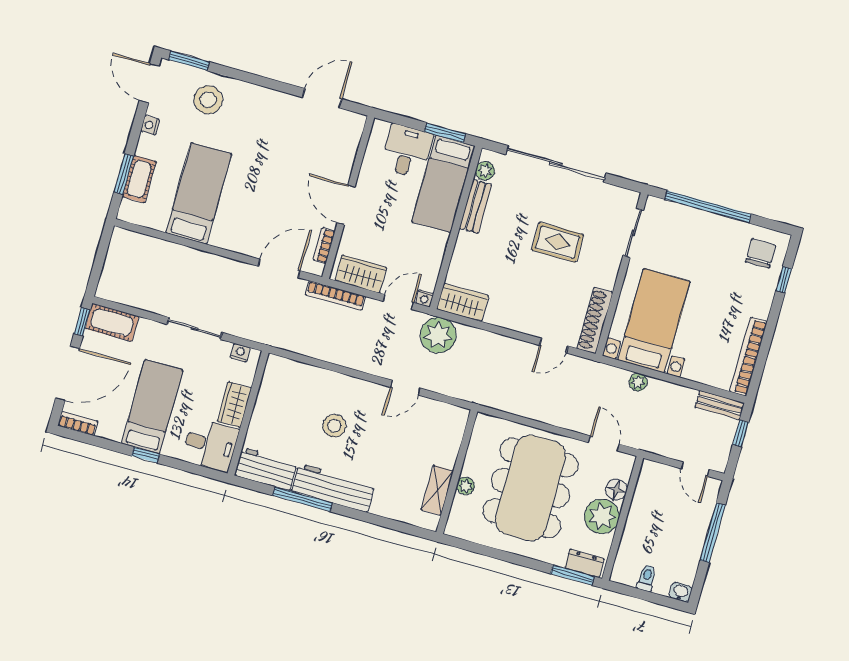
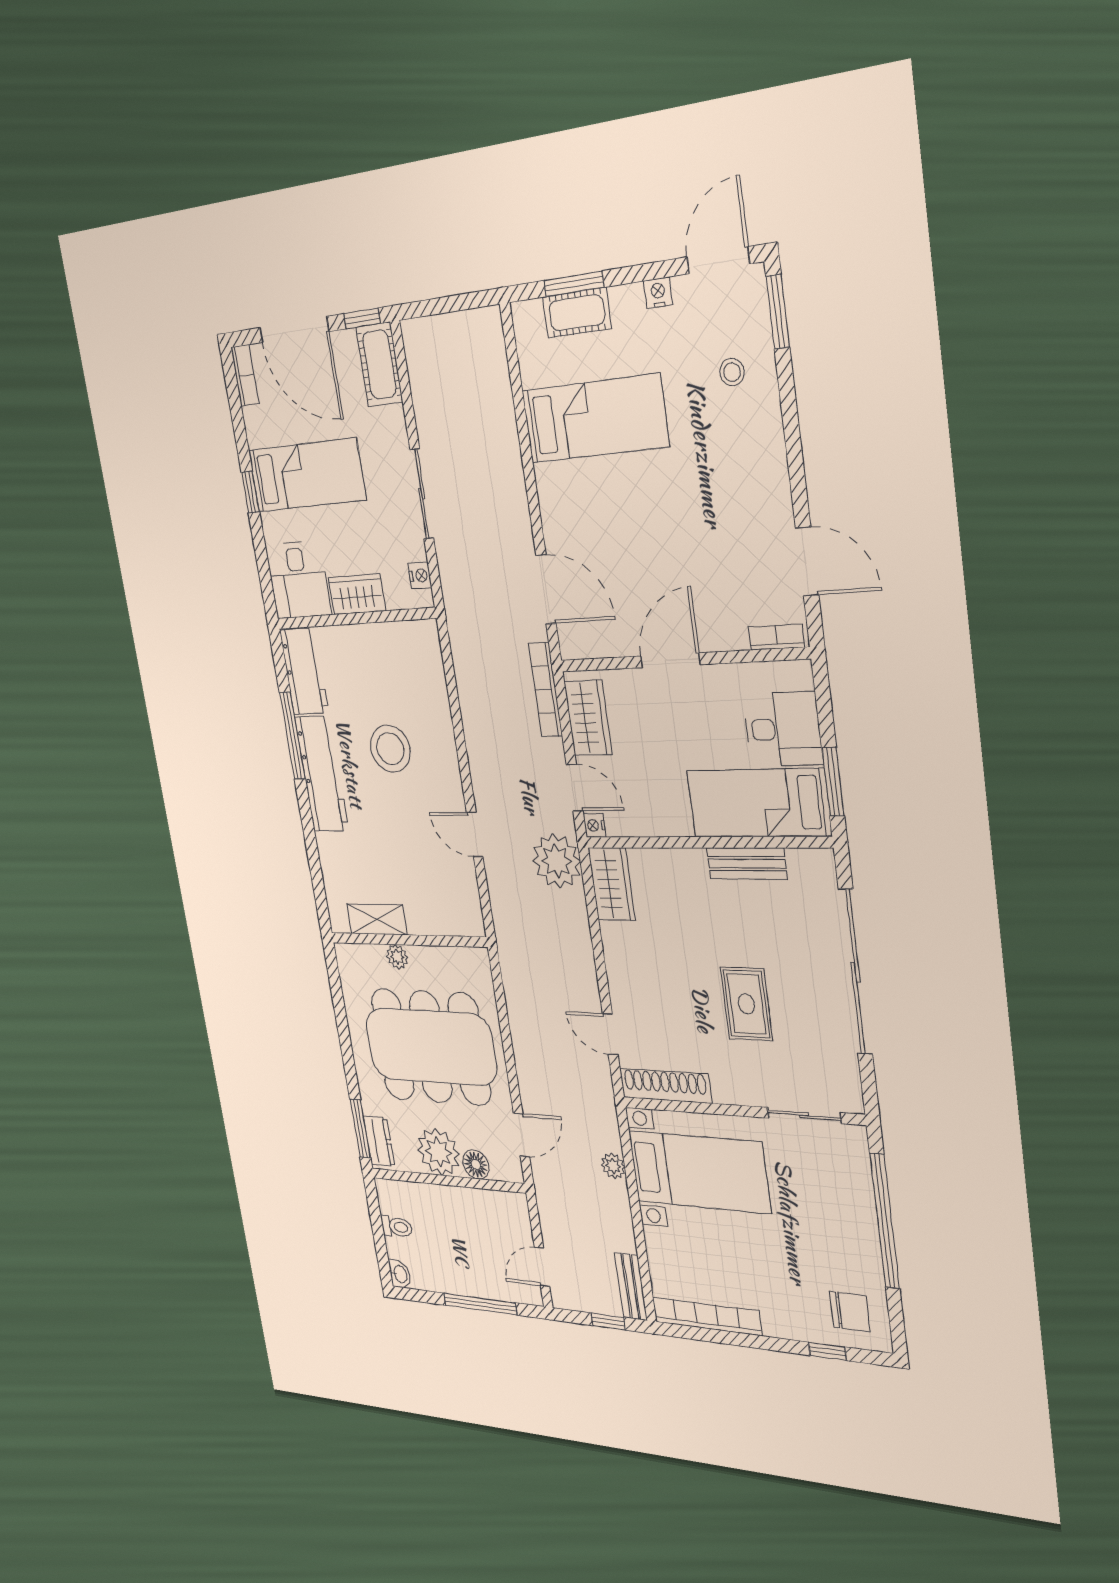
stool: (208, 100) -> (732, 372), width x0.53, depth x0.53
plant: (485, 171) -> (802, 863), removed
bookcase: (324, 246) -> (776, 637), moved
stool: (334, 426) -> (390, 749), width x1.38, depth x1.38

